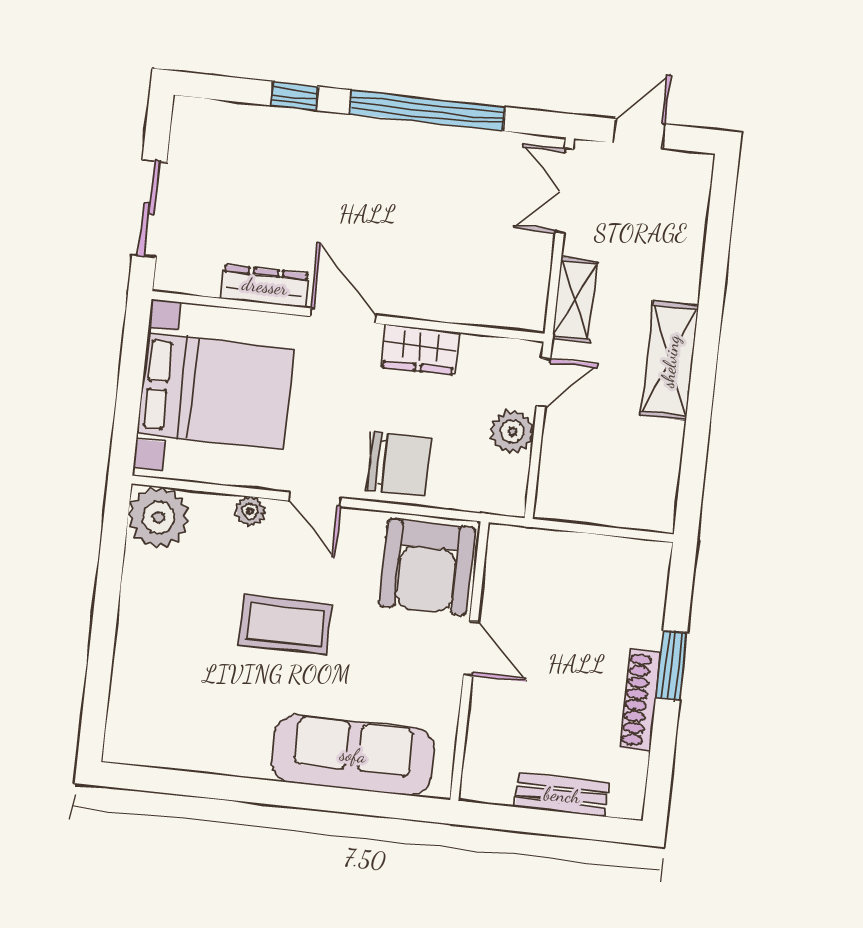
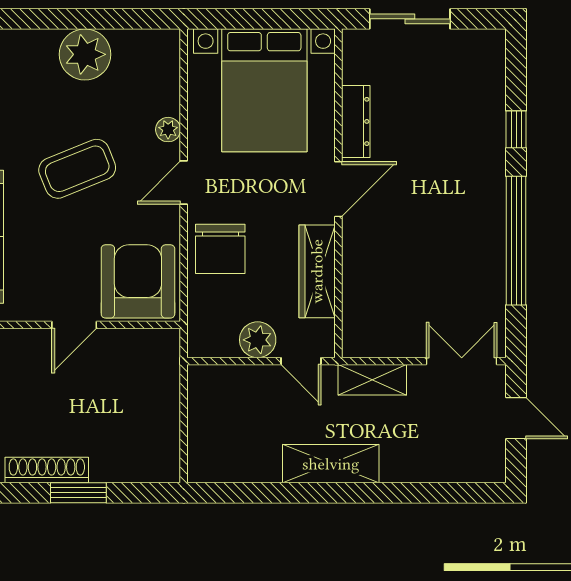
wardrobe: (420, 350) -> (317, 271), width x1.50
plant: (159, 517) -> (85, 54), moved
armchair: (427, 567) -> (138, 281), turned 90
coffee table: (285, 625) -> (77, 169), turned 68

